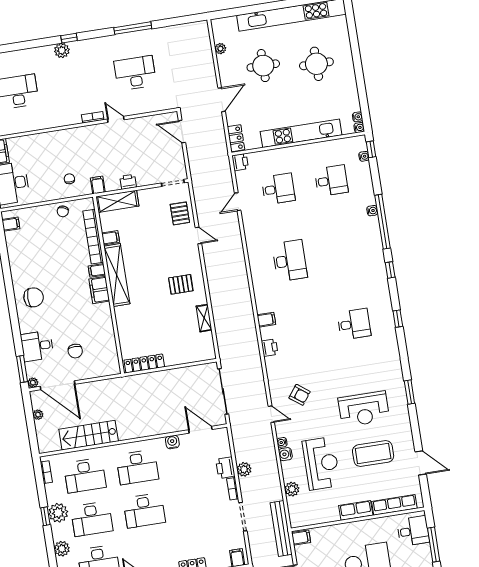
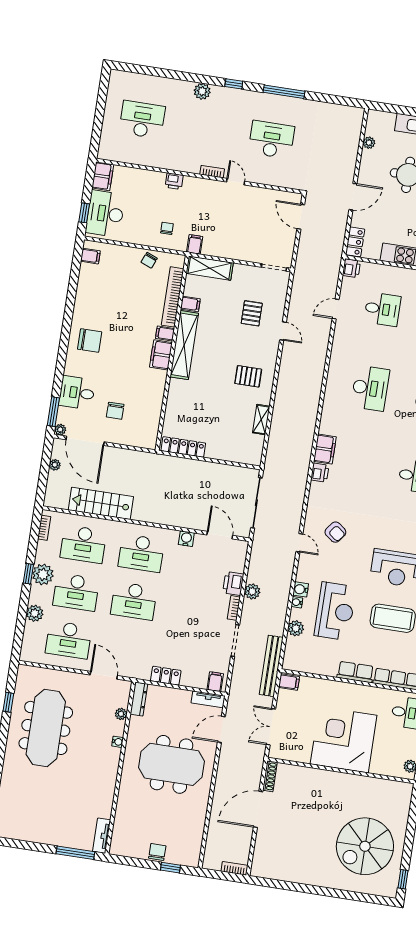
window: (69, 38) -> (234, 84), moved
printer: (128, 182) -> (174, 181), moved, turned 180
pallet: (180, 213) -> (252, 313), moved
filing cabinet: (266, 320) -> (325, 449), width x2.00
water cooler: (282, 442) -> (297, 602), moved

